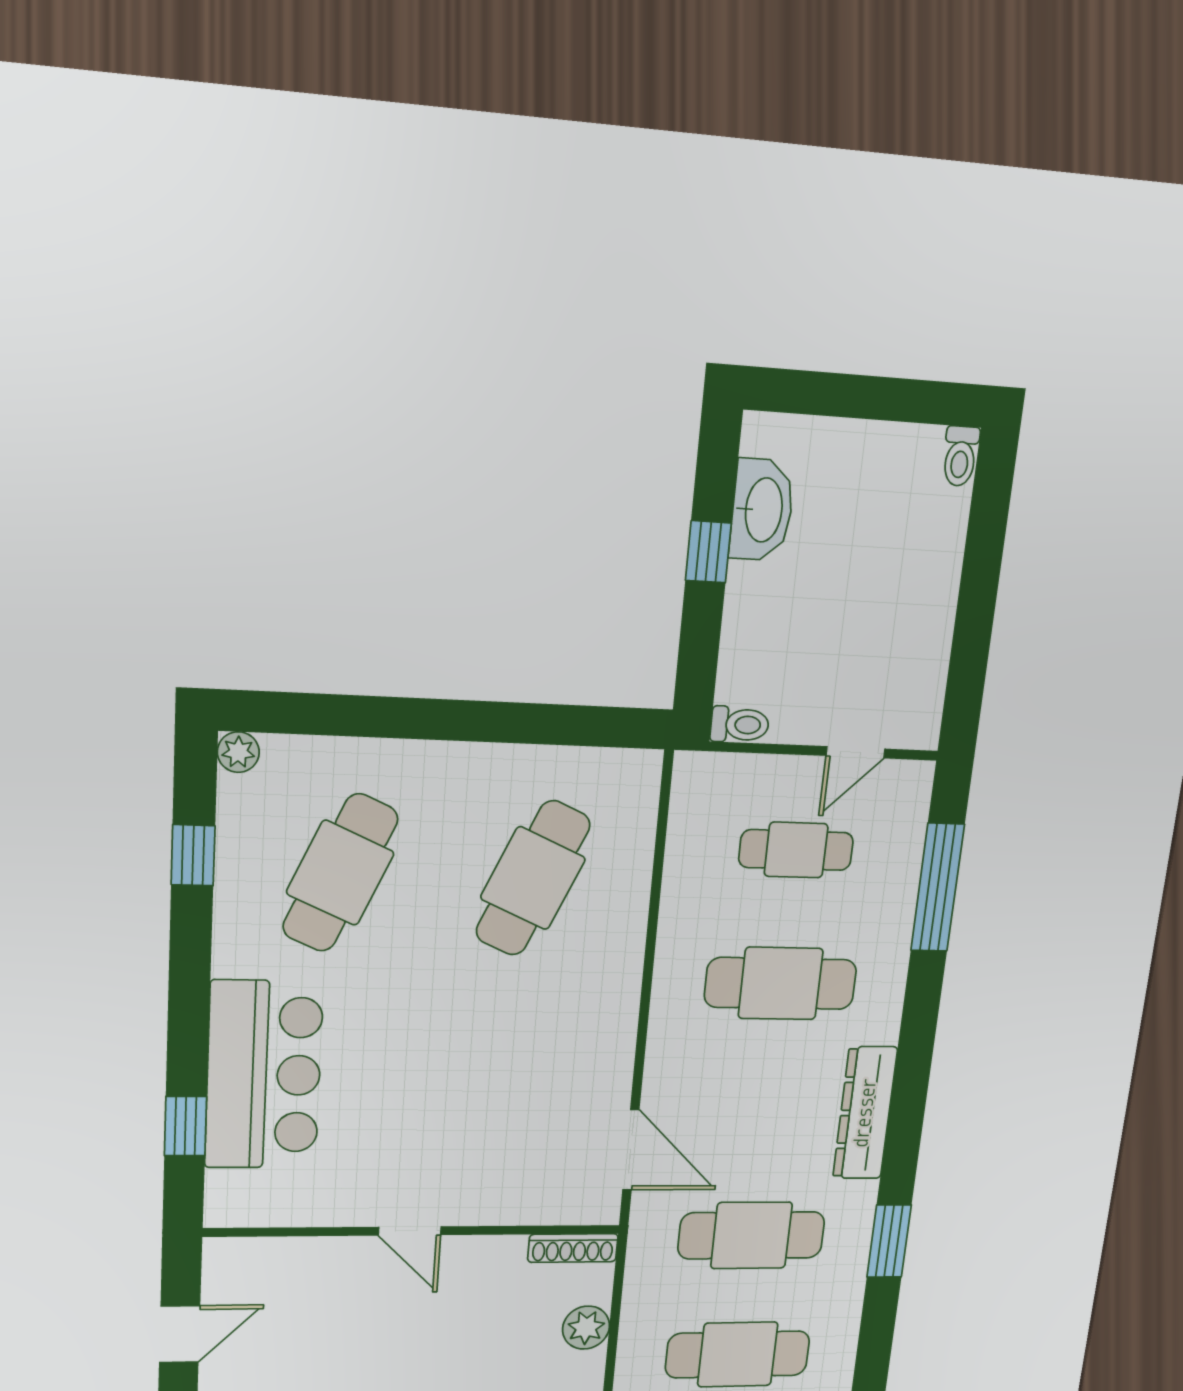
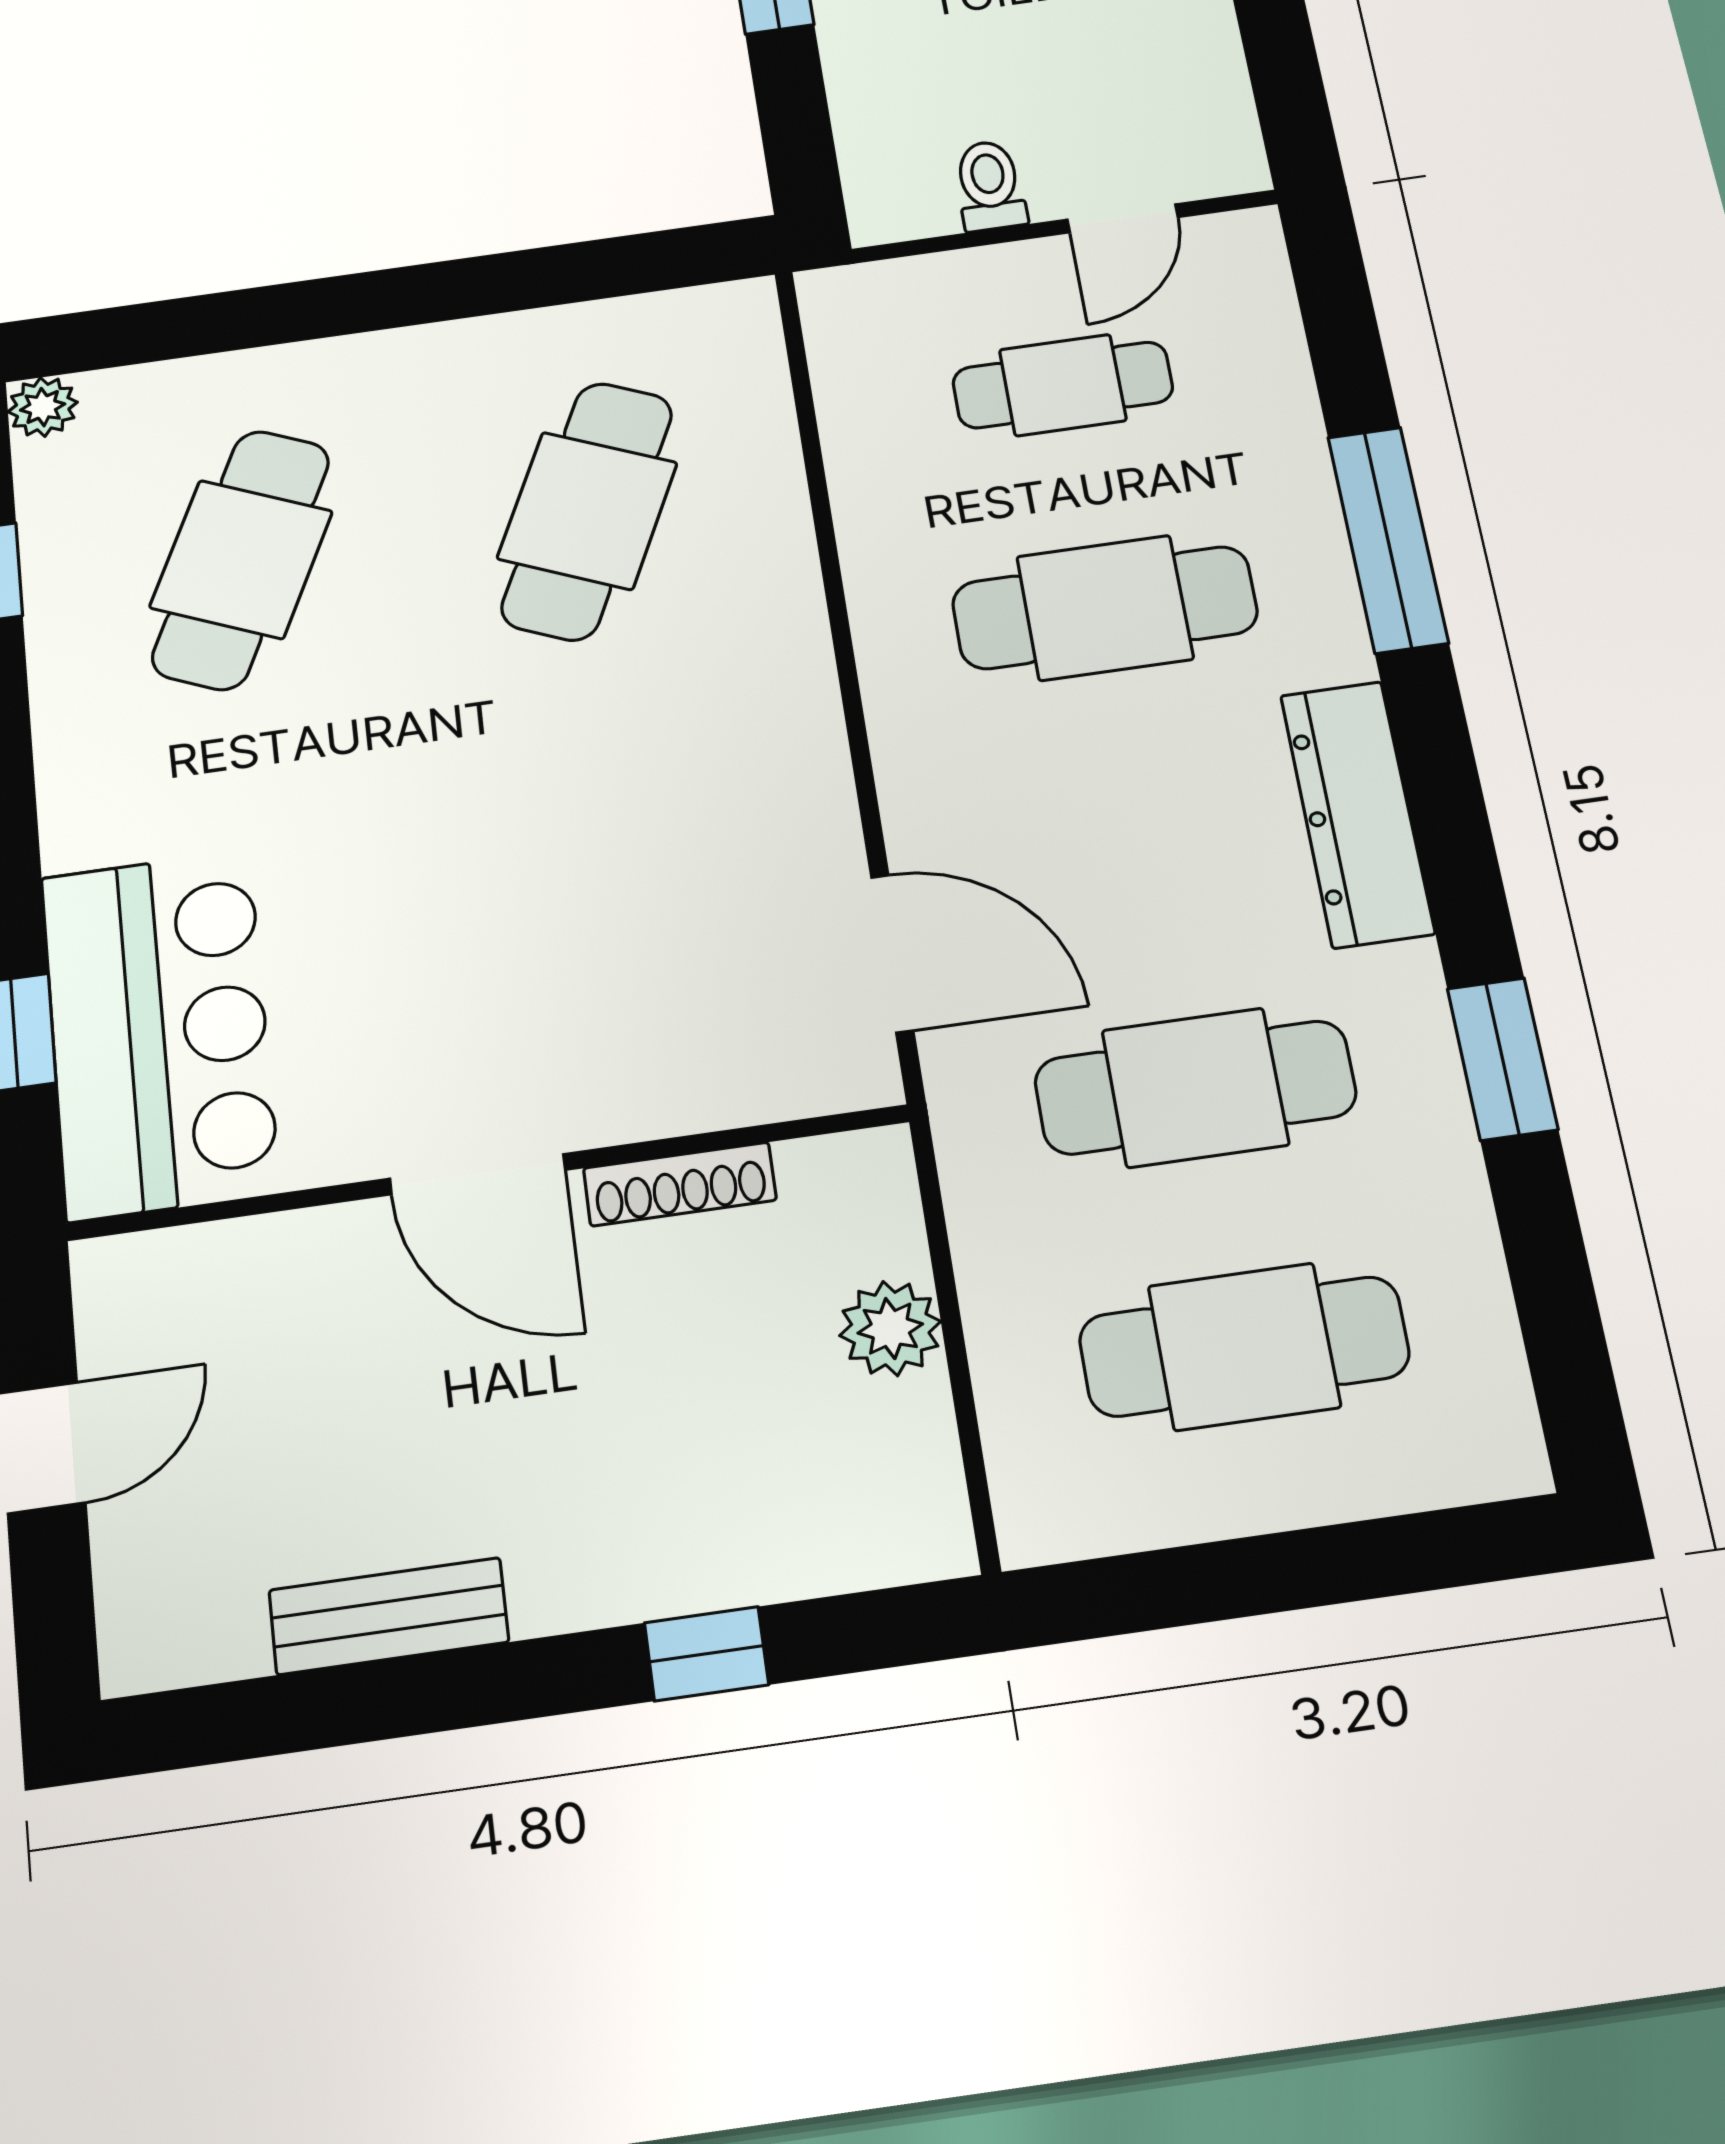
toilet: (740, 725) -> (990, 186), moved, turned -90
window: (938, 888) -> (1388, 539), moved
bar counter: (264, 1075) -> (159, 1033), moved
door: (410, 1231) -> (477, 1174), width x1.38
shoe rack: (573, 1248) -> (680, 1184), moved

